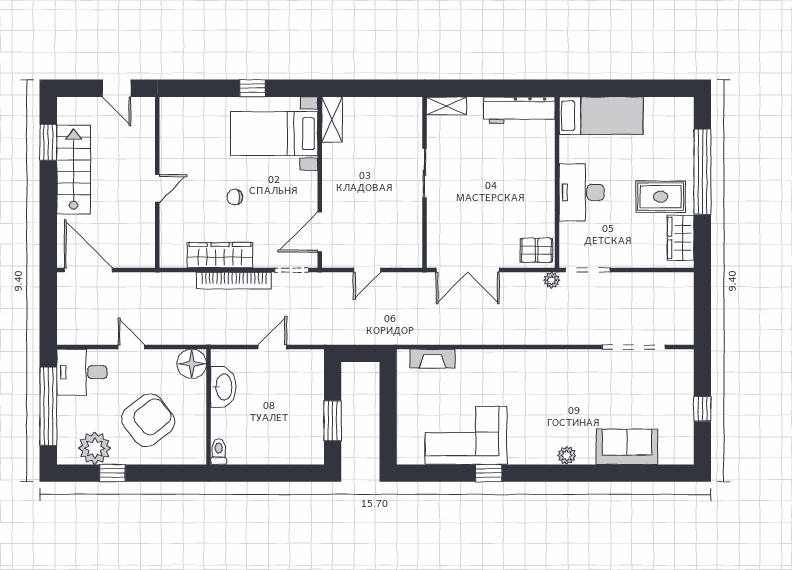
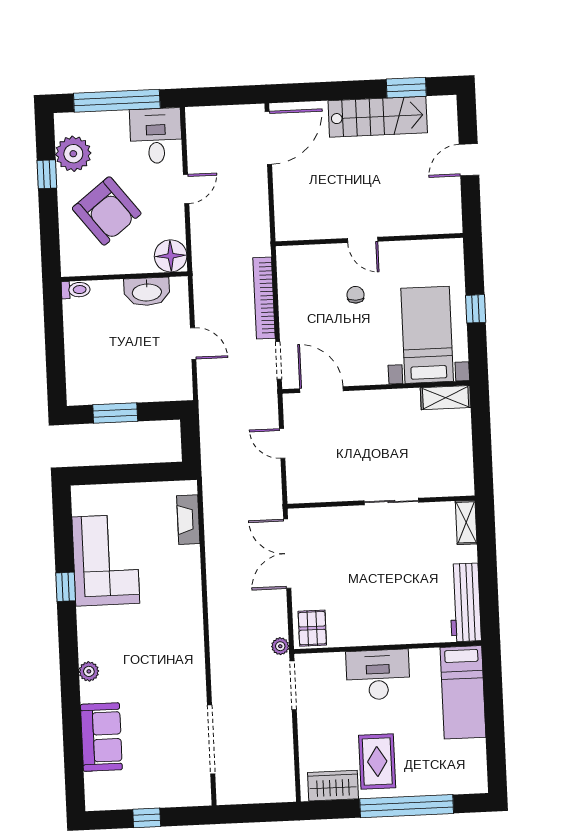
wall: (157, 182) -> (369, 240), moved
door: (157, 188) -> (363, 240), moved
wardrobe: (220, 255) -> (291, 281), removed

